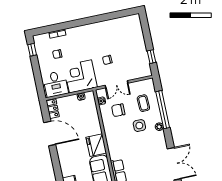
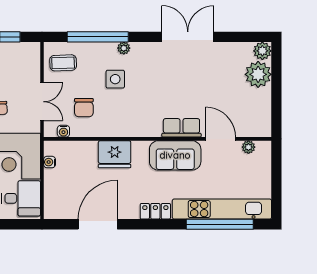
coffee table: (143, 103) -> (63, 63), moved
locker: (53, 109) -> (155, 211), moved
fridge: (96, 145) -> (115, 154), moved

